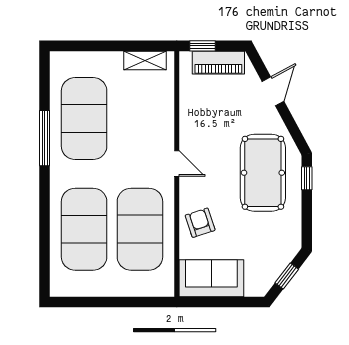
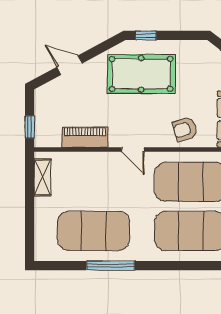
piano: (218, 63) -> (85, 137), moved, turned -90
door: (177, 163) -> (133, 150), swing flipped

